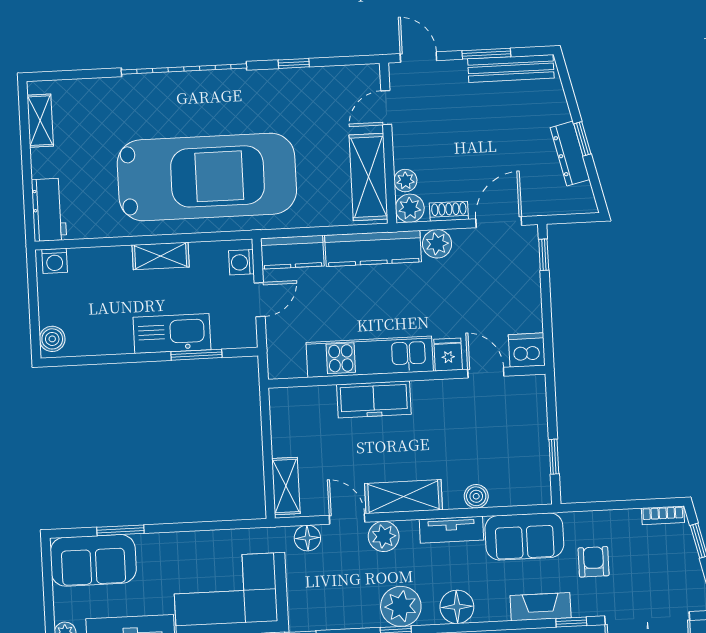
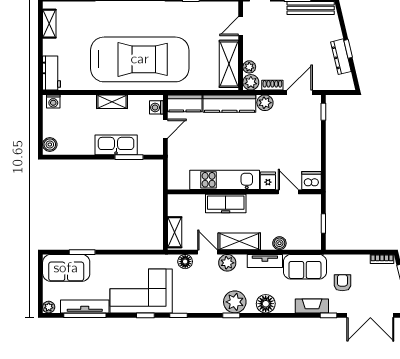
dishwasher: (527, 350) -> (311, 180), moved
fridge: (448, 355) -> (268, 181), moved
kitchen unit: (370, 357) -> (225, 180), moved
door: (486, 373) -> (288, 192), moved
wall: (407, 377) -> (244, 192), moved
freezer: (374, 399) -> (226, 203), moved

